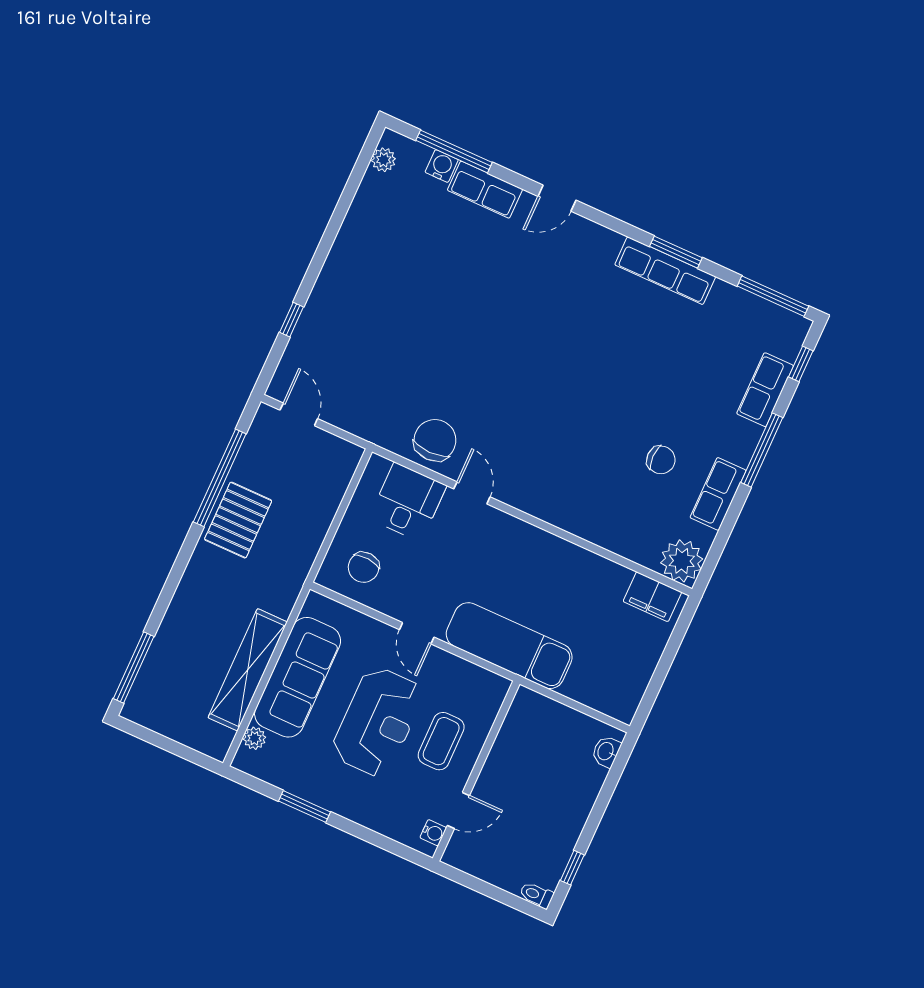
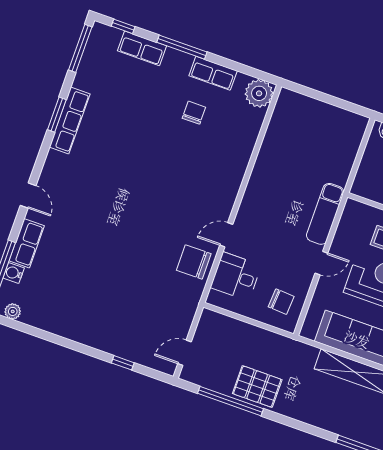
filing cabinet: (652, 597) -> (284, 111), removed
exam couch: (509, 646) -> (325, 214), width x0.73, depth x0.69

